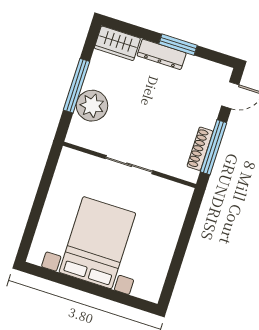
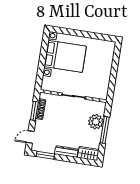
window: (178, 45) -> (45, 155), moved
window: (213, 147) -> (34, 111), width x0.69
bed with nightstands: (97, 243) -> (65, 56), moved, turned -90

